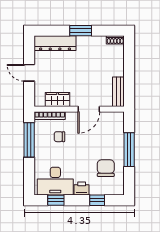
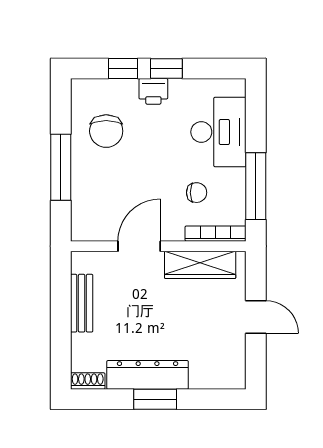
dresser: (55, 43) -> (148, 375), moved
bench: (118, 92) -> (82, 303), moved
wardrobe: (58, 100) -> (200, 265), width x1.50
desk: (55, 181) -> (218, 132), moved, turned 90
window: (56, 200) -> (166, 68), moved

